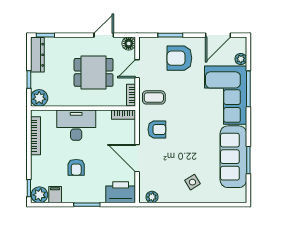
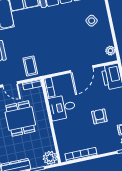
desk: (76, 125) -> (62, 107), moved, width x0.73
armchair: (157, 129) -> (55, 58), removed
armchair: (76, 167) -> (99, 116), turned -90

